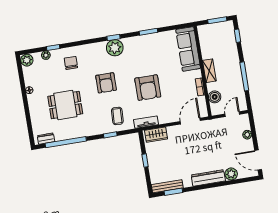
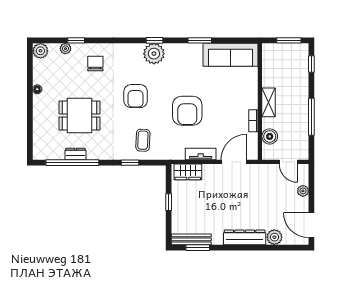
sofa: (188, 49) -> (231, 55), moved, turned -90
door: (232, 114) -> (288, 162), swing flipped
tv unit: (146, 122) -> (201, 154), moved
dresser: (46, 139) -> (76, 154), moved

